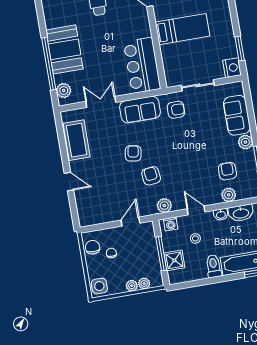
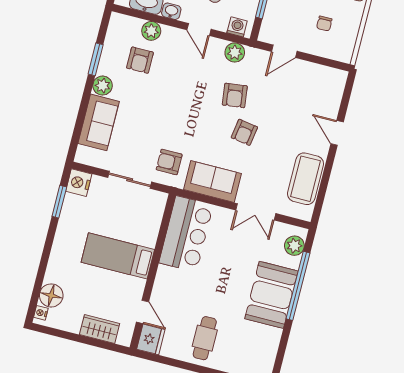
chair: (93, 247) -> (344, 41), removed

